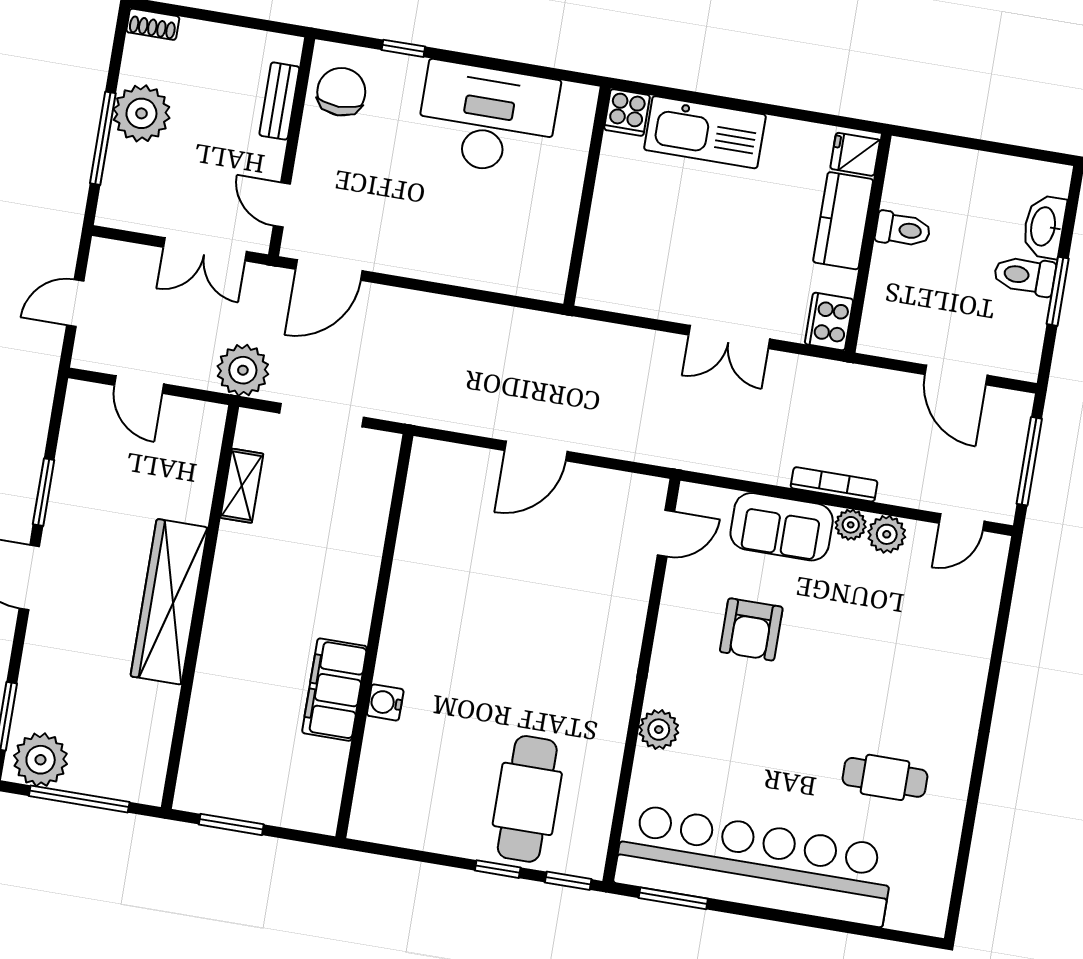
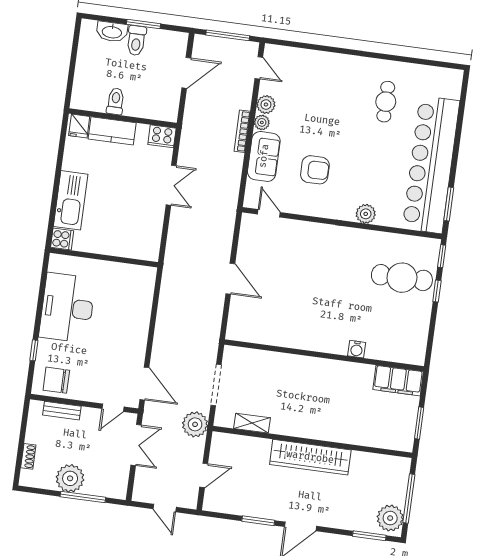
shoe rack: (153, 24) -> (28, 456), moved
filing cabinet: (335, 690) -> (398, 381), moved

